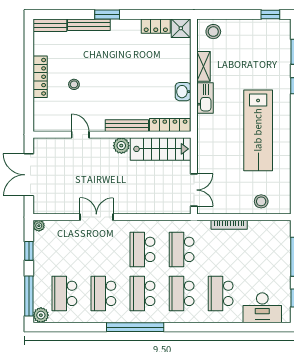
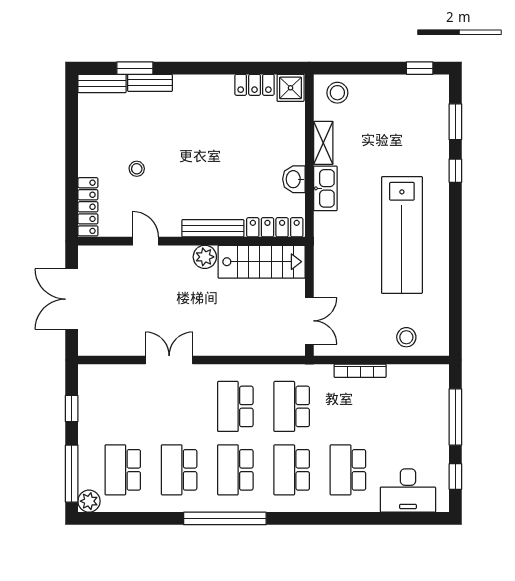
window: (107, 14) -> (135, 68), moved
bench: (89, 25) -> (150, 83), width x0.73
locker: (40, 77) -> (88, 207), moved
plant: (39, 226) -> (86, 372), removed

